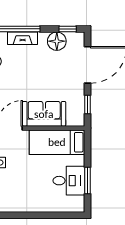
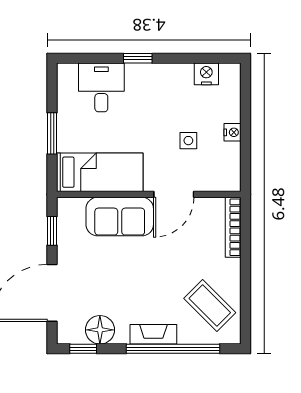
window: (87, 180) -> (52, 133), moved
desk: (69, 181) -> (101, 87), moved, turned 90
window: (33, 215) -> (138, 58), added

